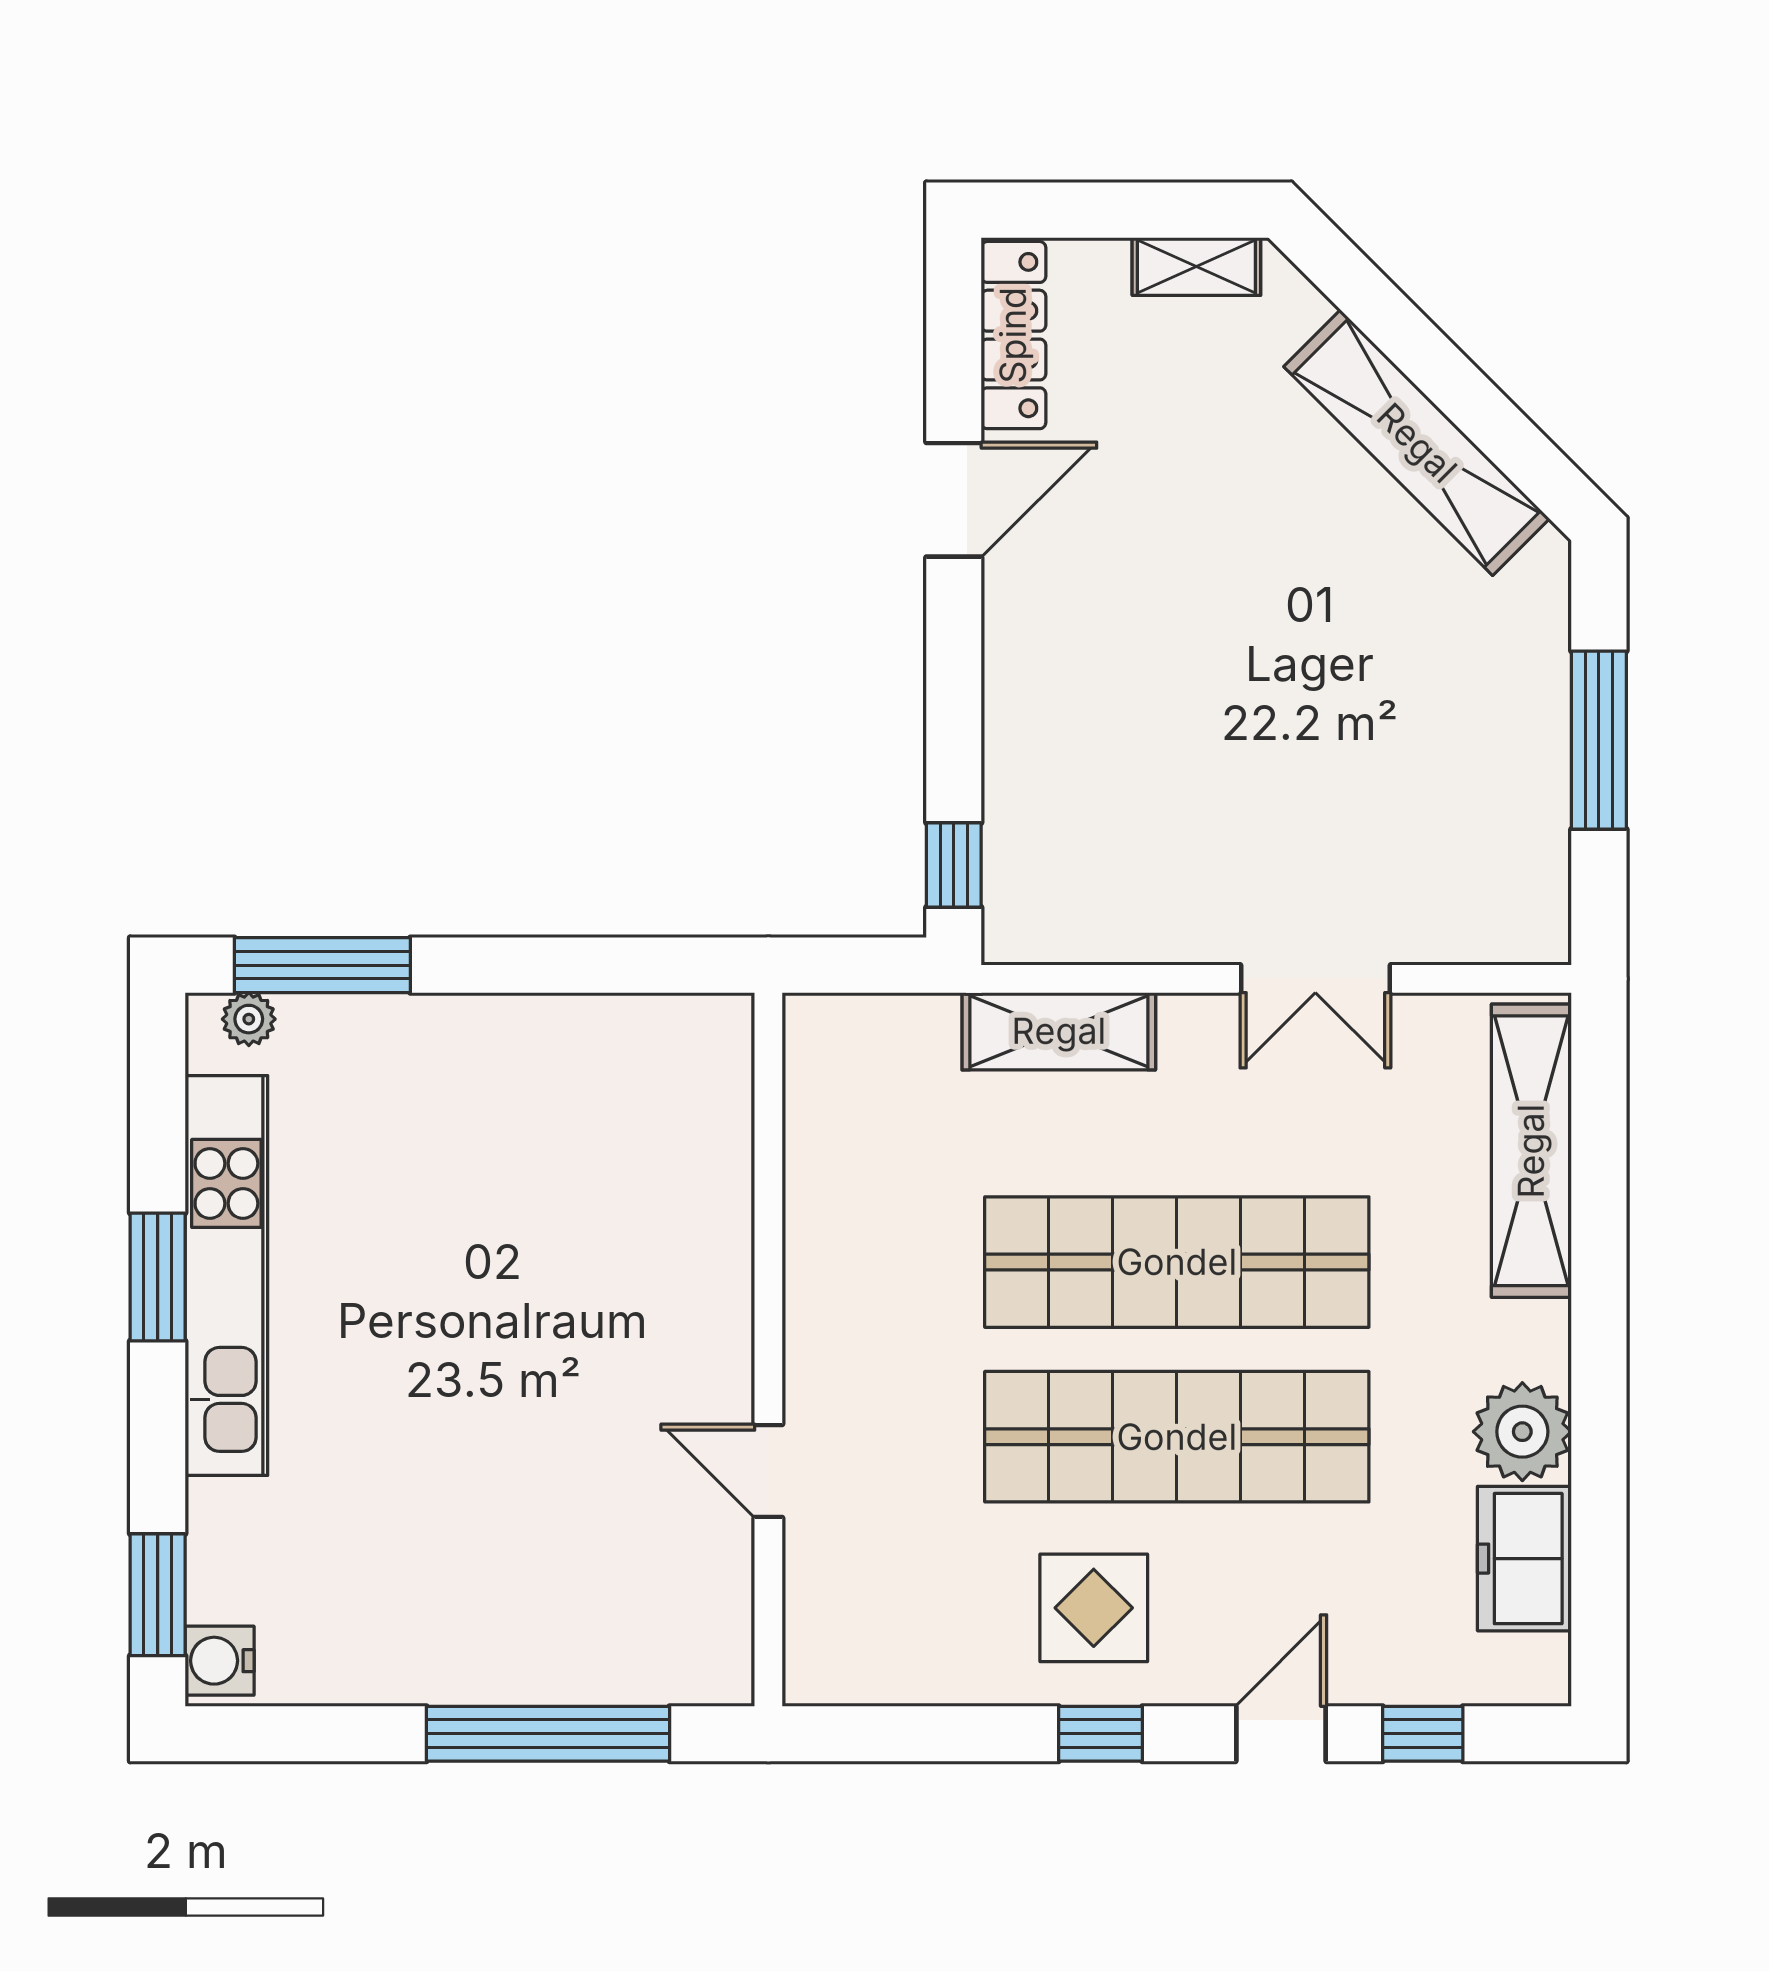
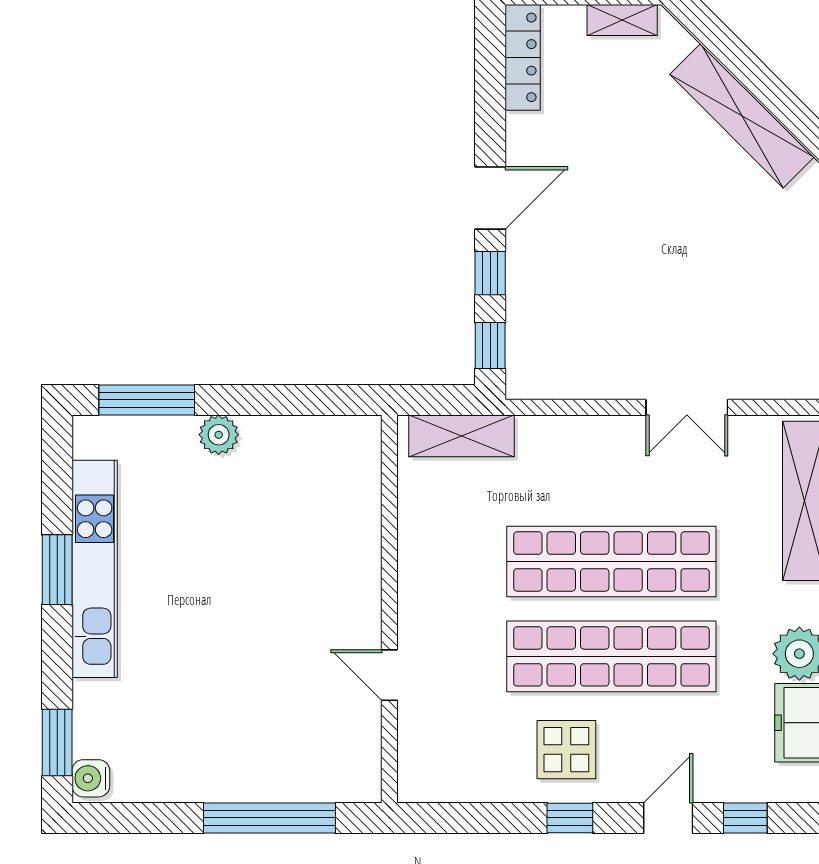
door: (954, 500) -> (490, 198), moved
window: (954, 732) -> (490, 273), added
plant: (249, 1019) -> (219, 435), moved, width x1.38, depth x1.38
shelving: (1059, 1031) -> (461, 436), moved

